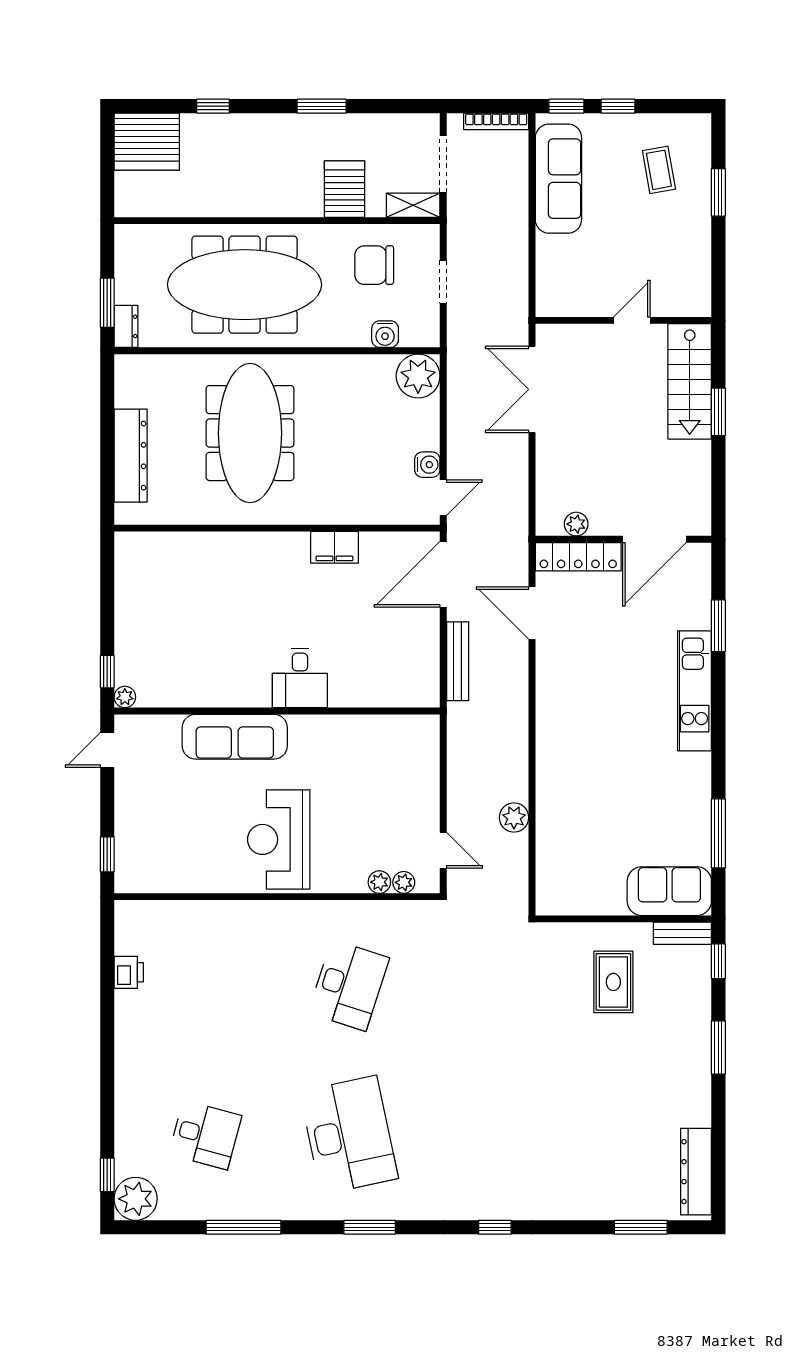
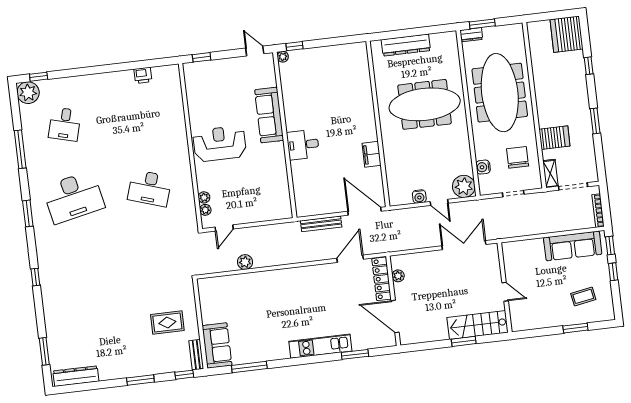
door: (443, 498) -> (439, 202), moved

